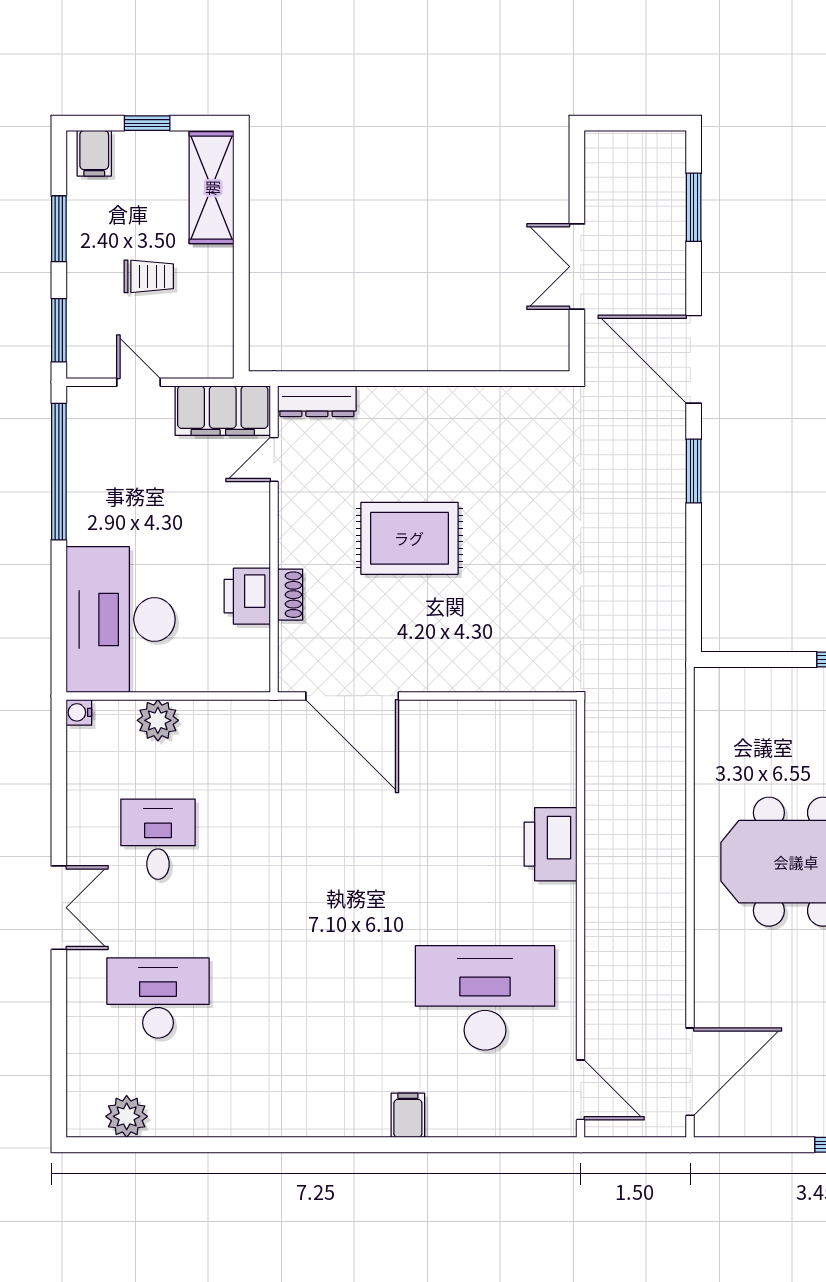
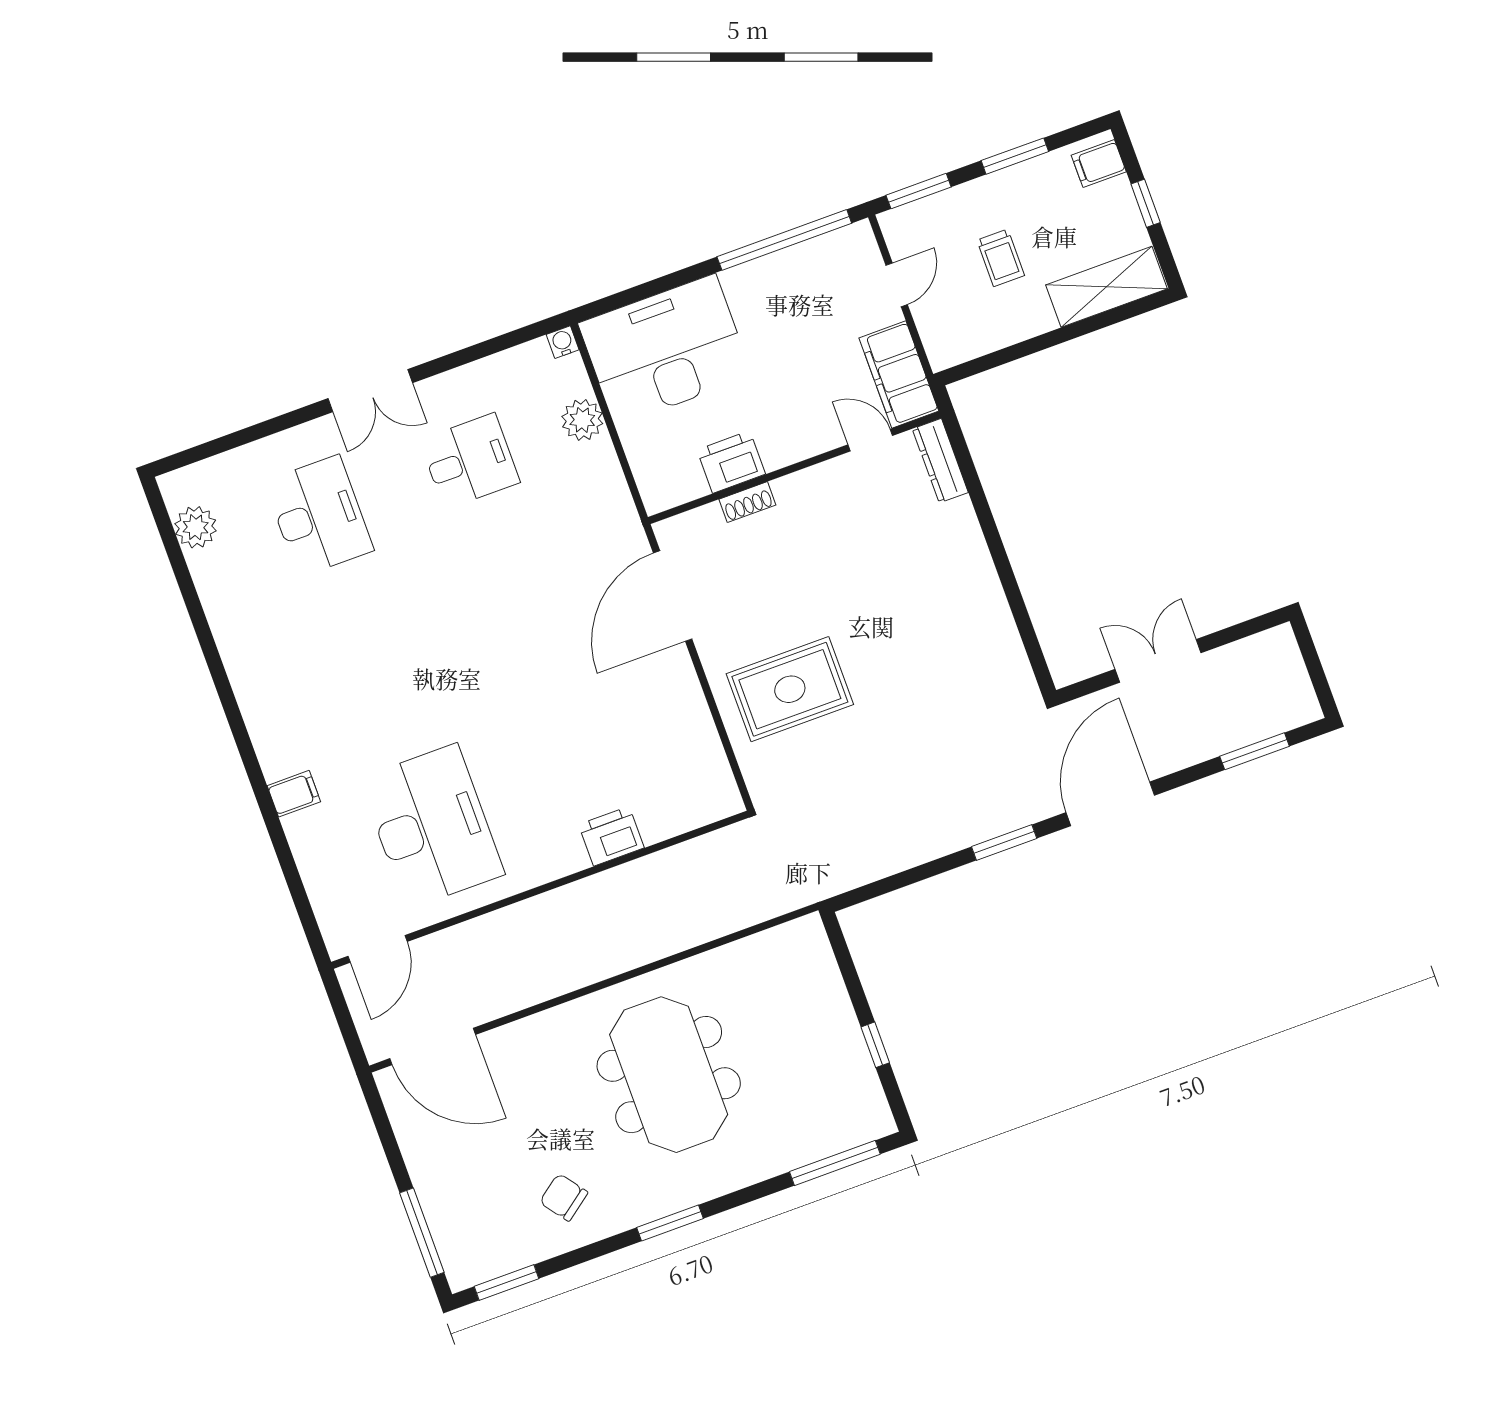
rug: (409, 538) -> (790, 689), moved, turned 90
printer: (551, 844) -> (611, 836), width x0.73, depth x0.84

